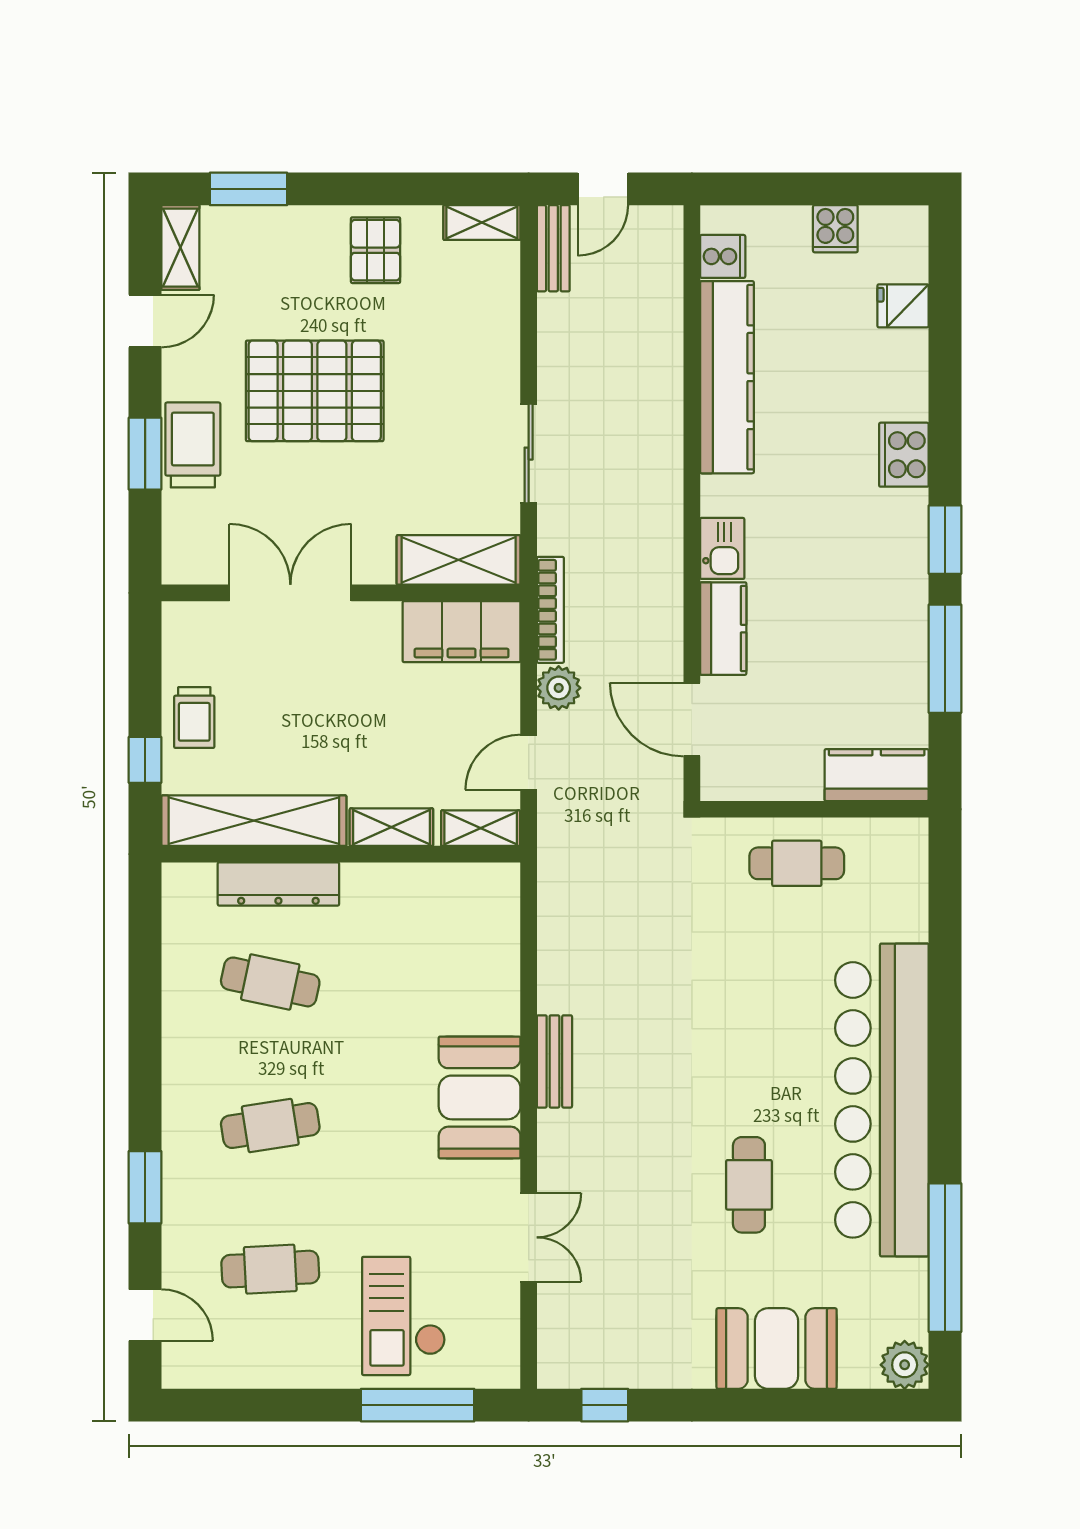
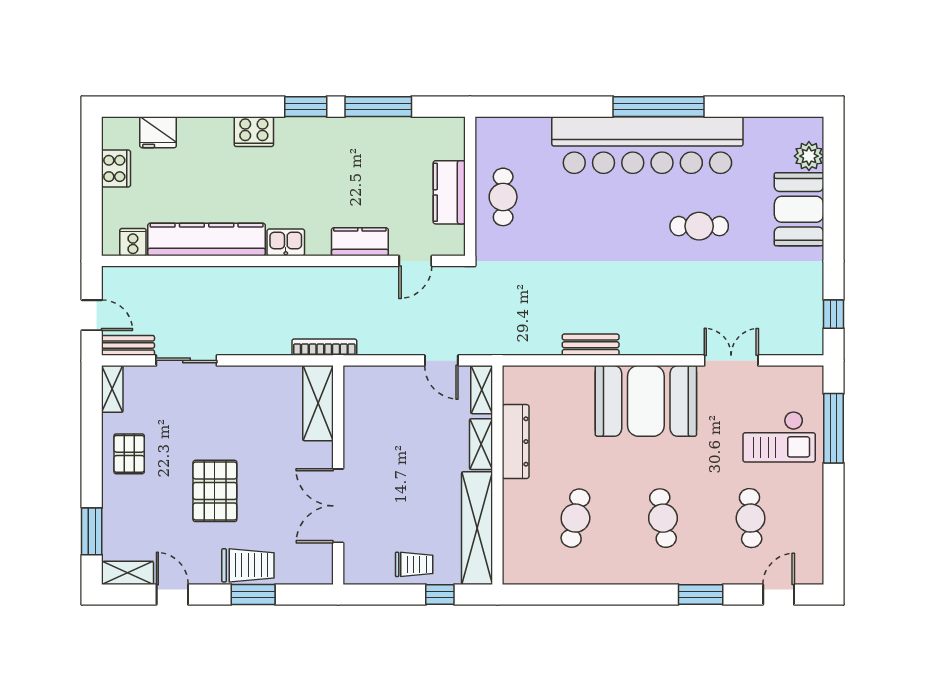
cooker: (835, 229) -> (116, 168), width x1.36
pallet: (376, 250) -> (129, 454), turned 90
fridge: (903, 306) -> (158, 132), width x1.38
pallet: (315, 391) -> (215, 491), width x0.73, depth x0.71
trolley: (193, 445) -> (248, 565), turned 180
sliding door: (529, 454) -> (186, 360), moved
kitchen sink: (722, 548) -> (286, 242), moved
bookcase: (550, 610) -> (324, 347), moved
filing cabinet: (462, 632) -> (362, 401), removed
plant: (559, 688) -> (396, 342), removed
door: (692, 719) -> (415, 261), width x0.73
kitchen counter: (877, 775) -> (449, 192), moved
dresser: (278, 884) -> (516, 442), moved
bench: (554, 1061) -> (591, 345), moved
booth: (480, 1097) -> (646, 401), width x1.36, depth x1.42
window: (945, 1258) -> (659, 107), moved
plant: (905, 1365) -> (809, 156), moved

